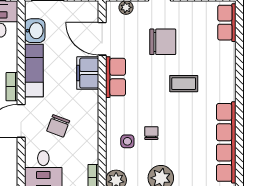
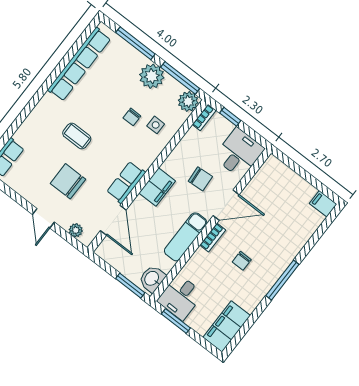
washbasin: (35, 31) -> (152, 279), moved
filing cabinet: (88, 73) -> (157, 187), moved
chair: (58, 126) -> (200, 179), turned 65

